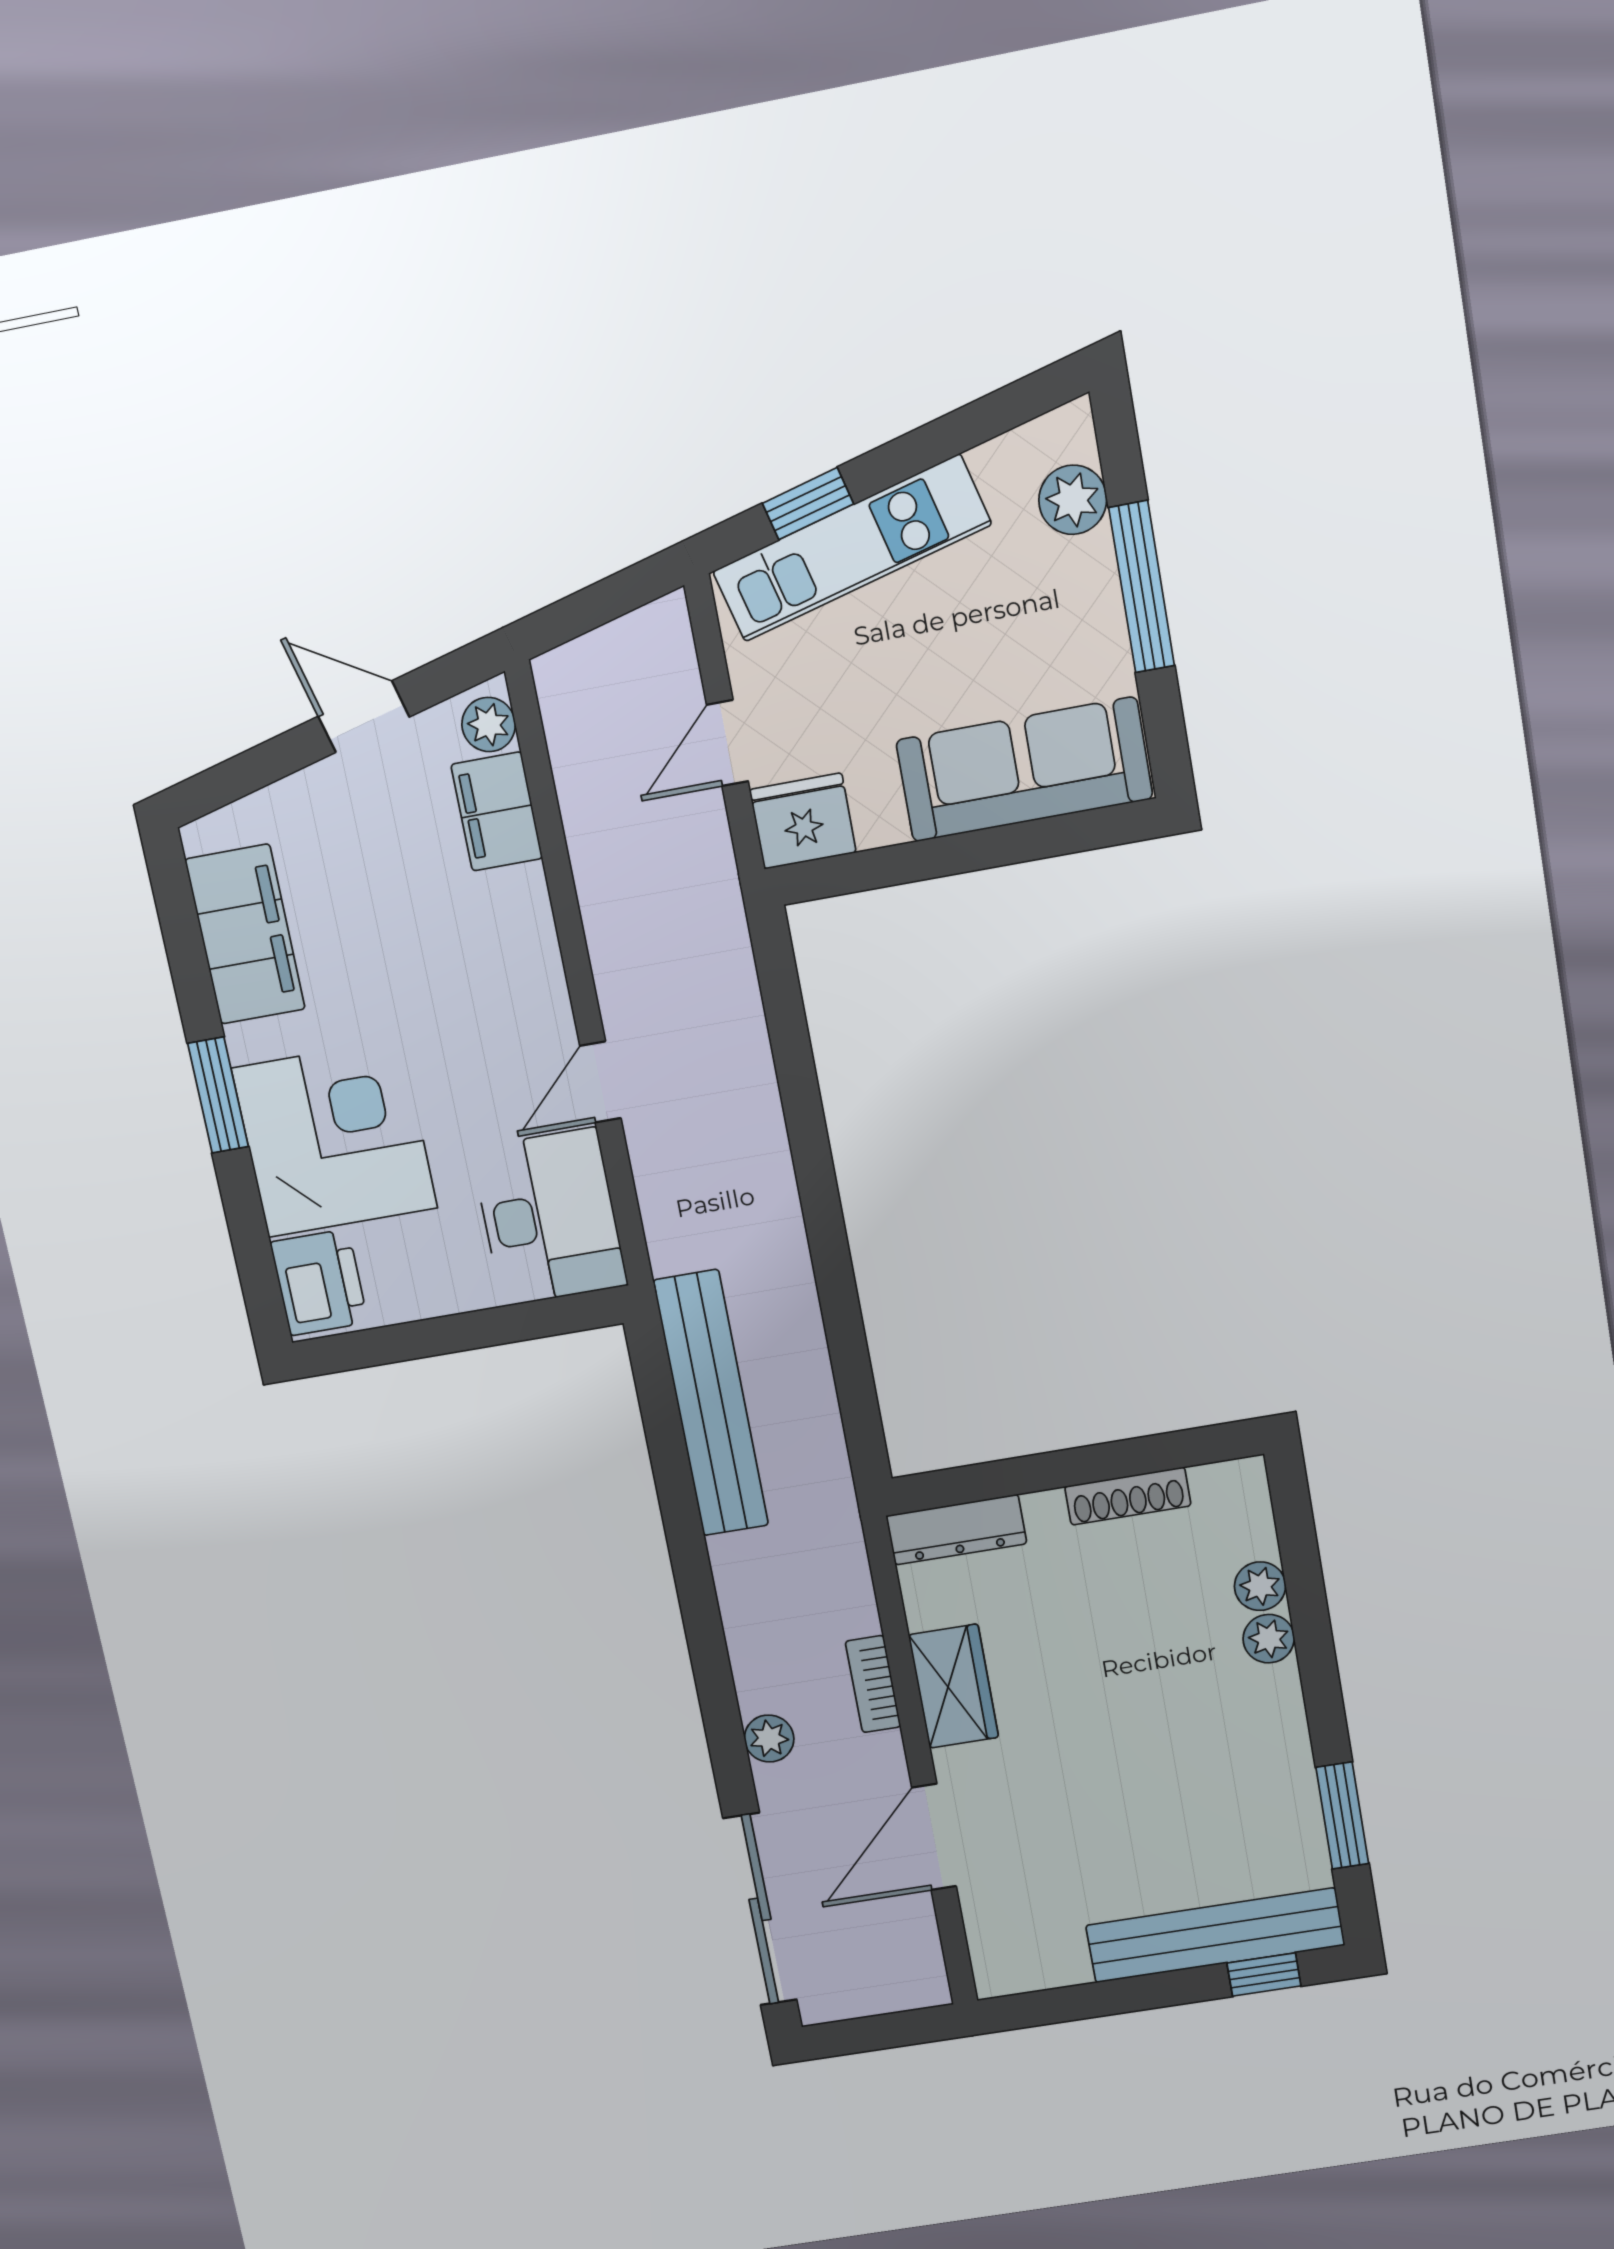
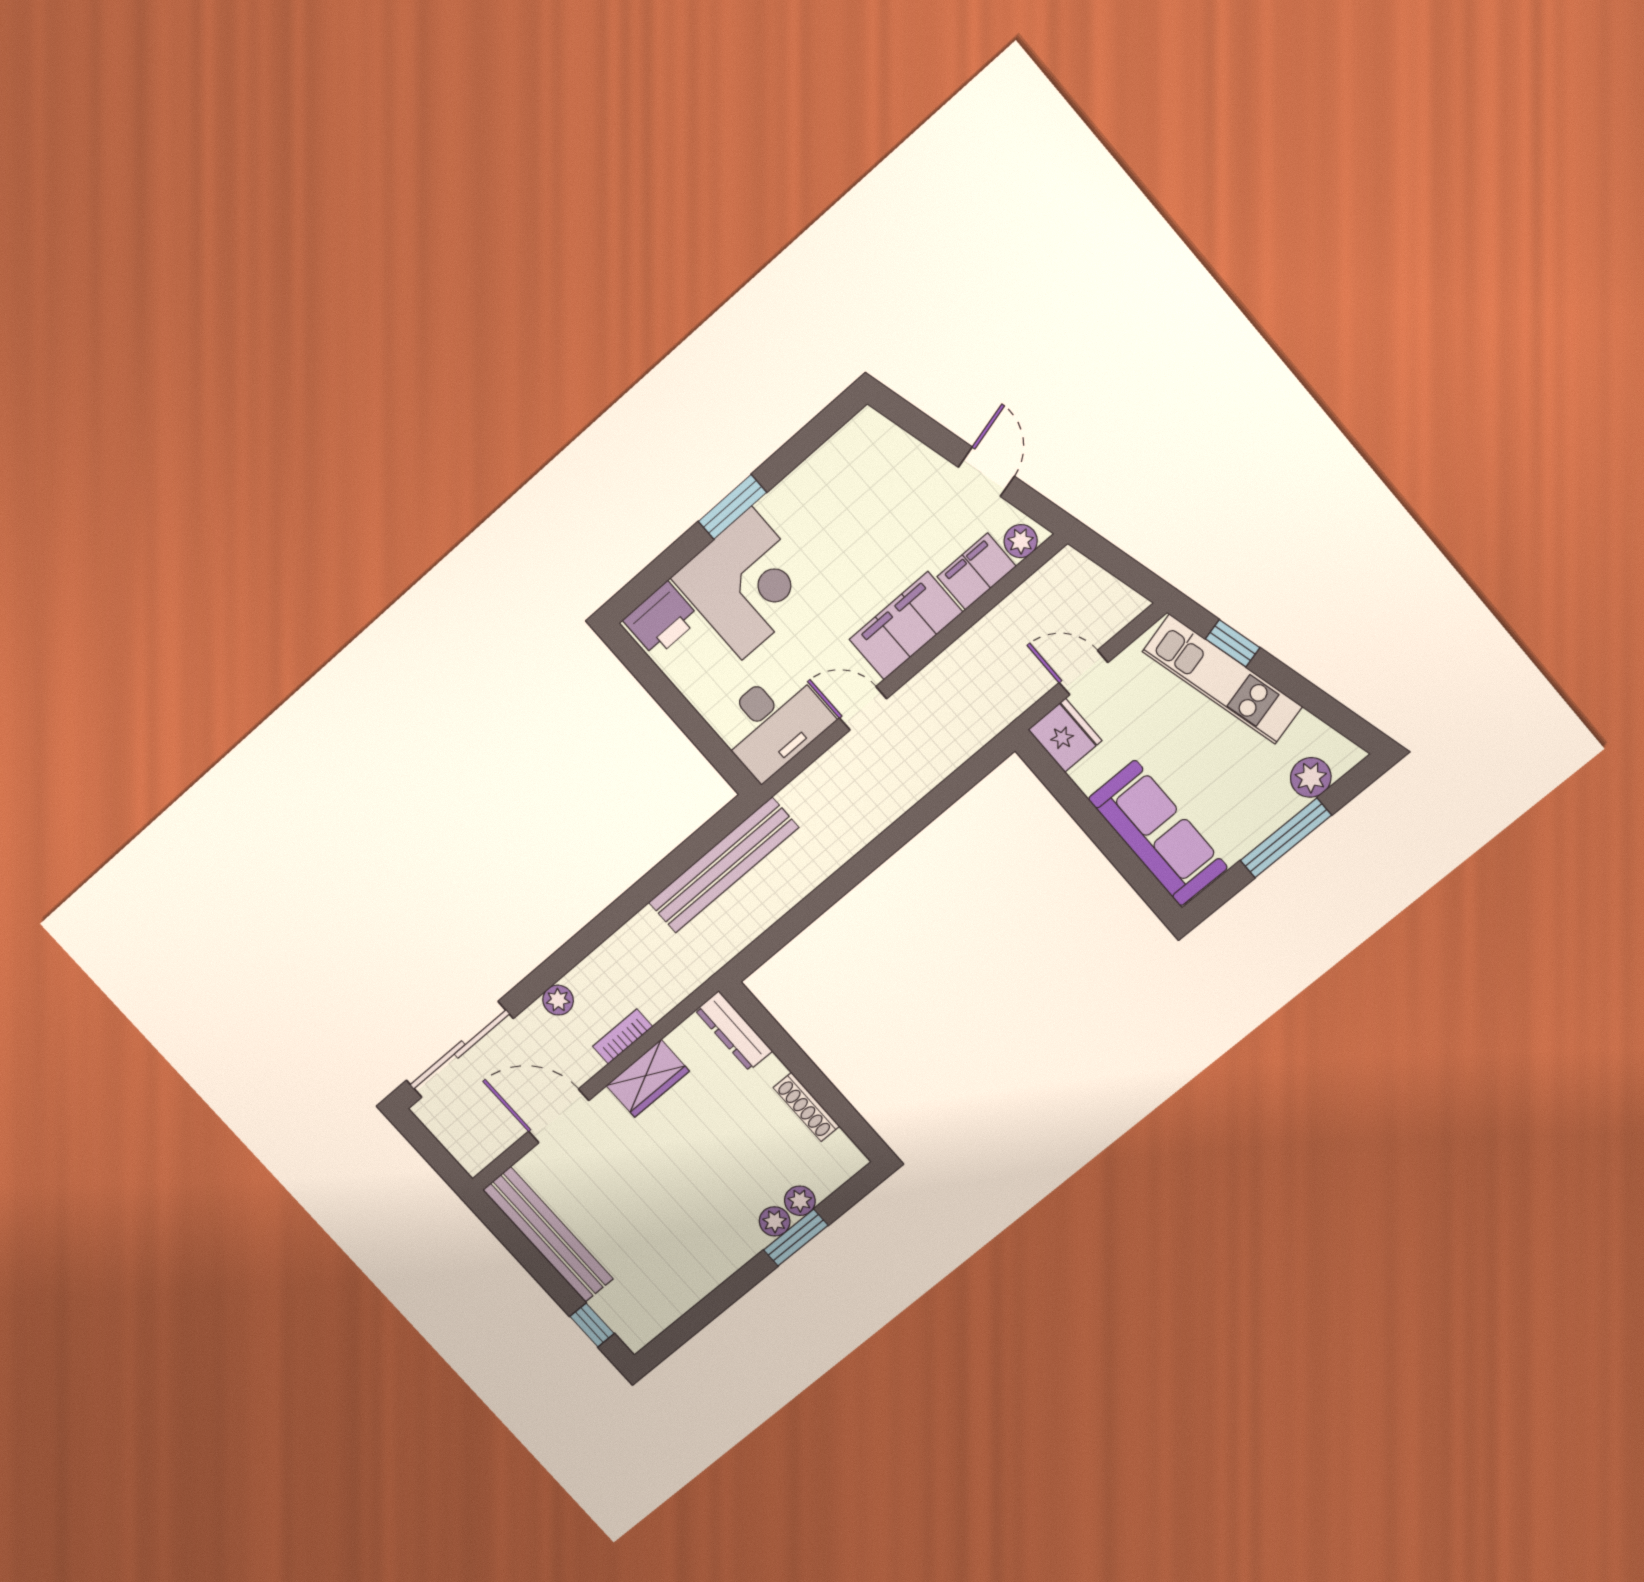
filing cabinet: (245, 934) -> (906, 626), moved, turned 180
window: (1342, 1815) -> (796, 1238), moved
bench: (1215, 1935) -> (548, 1234), moved

